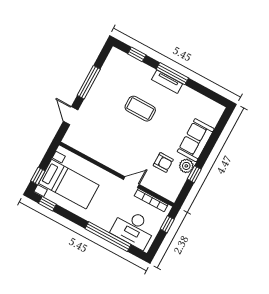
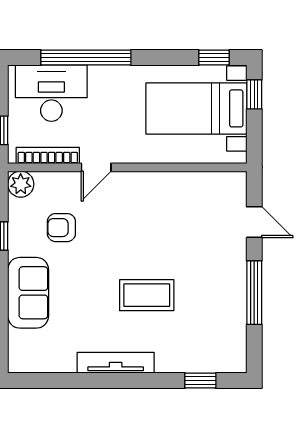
window: (172, 74) -> (125, 381), removed
tv unit: (167, 82) -> (116, 363), width x1.41
plant: (186, 166) -> (21, 184), moved

